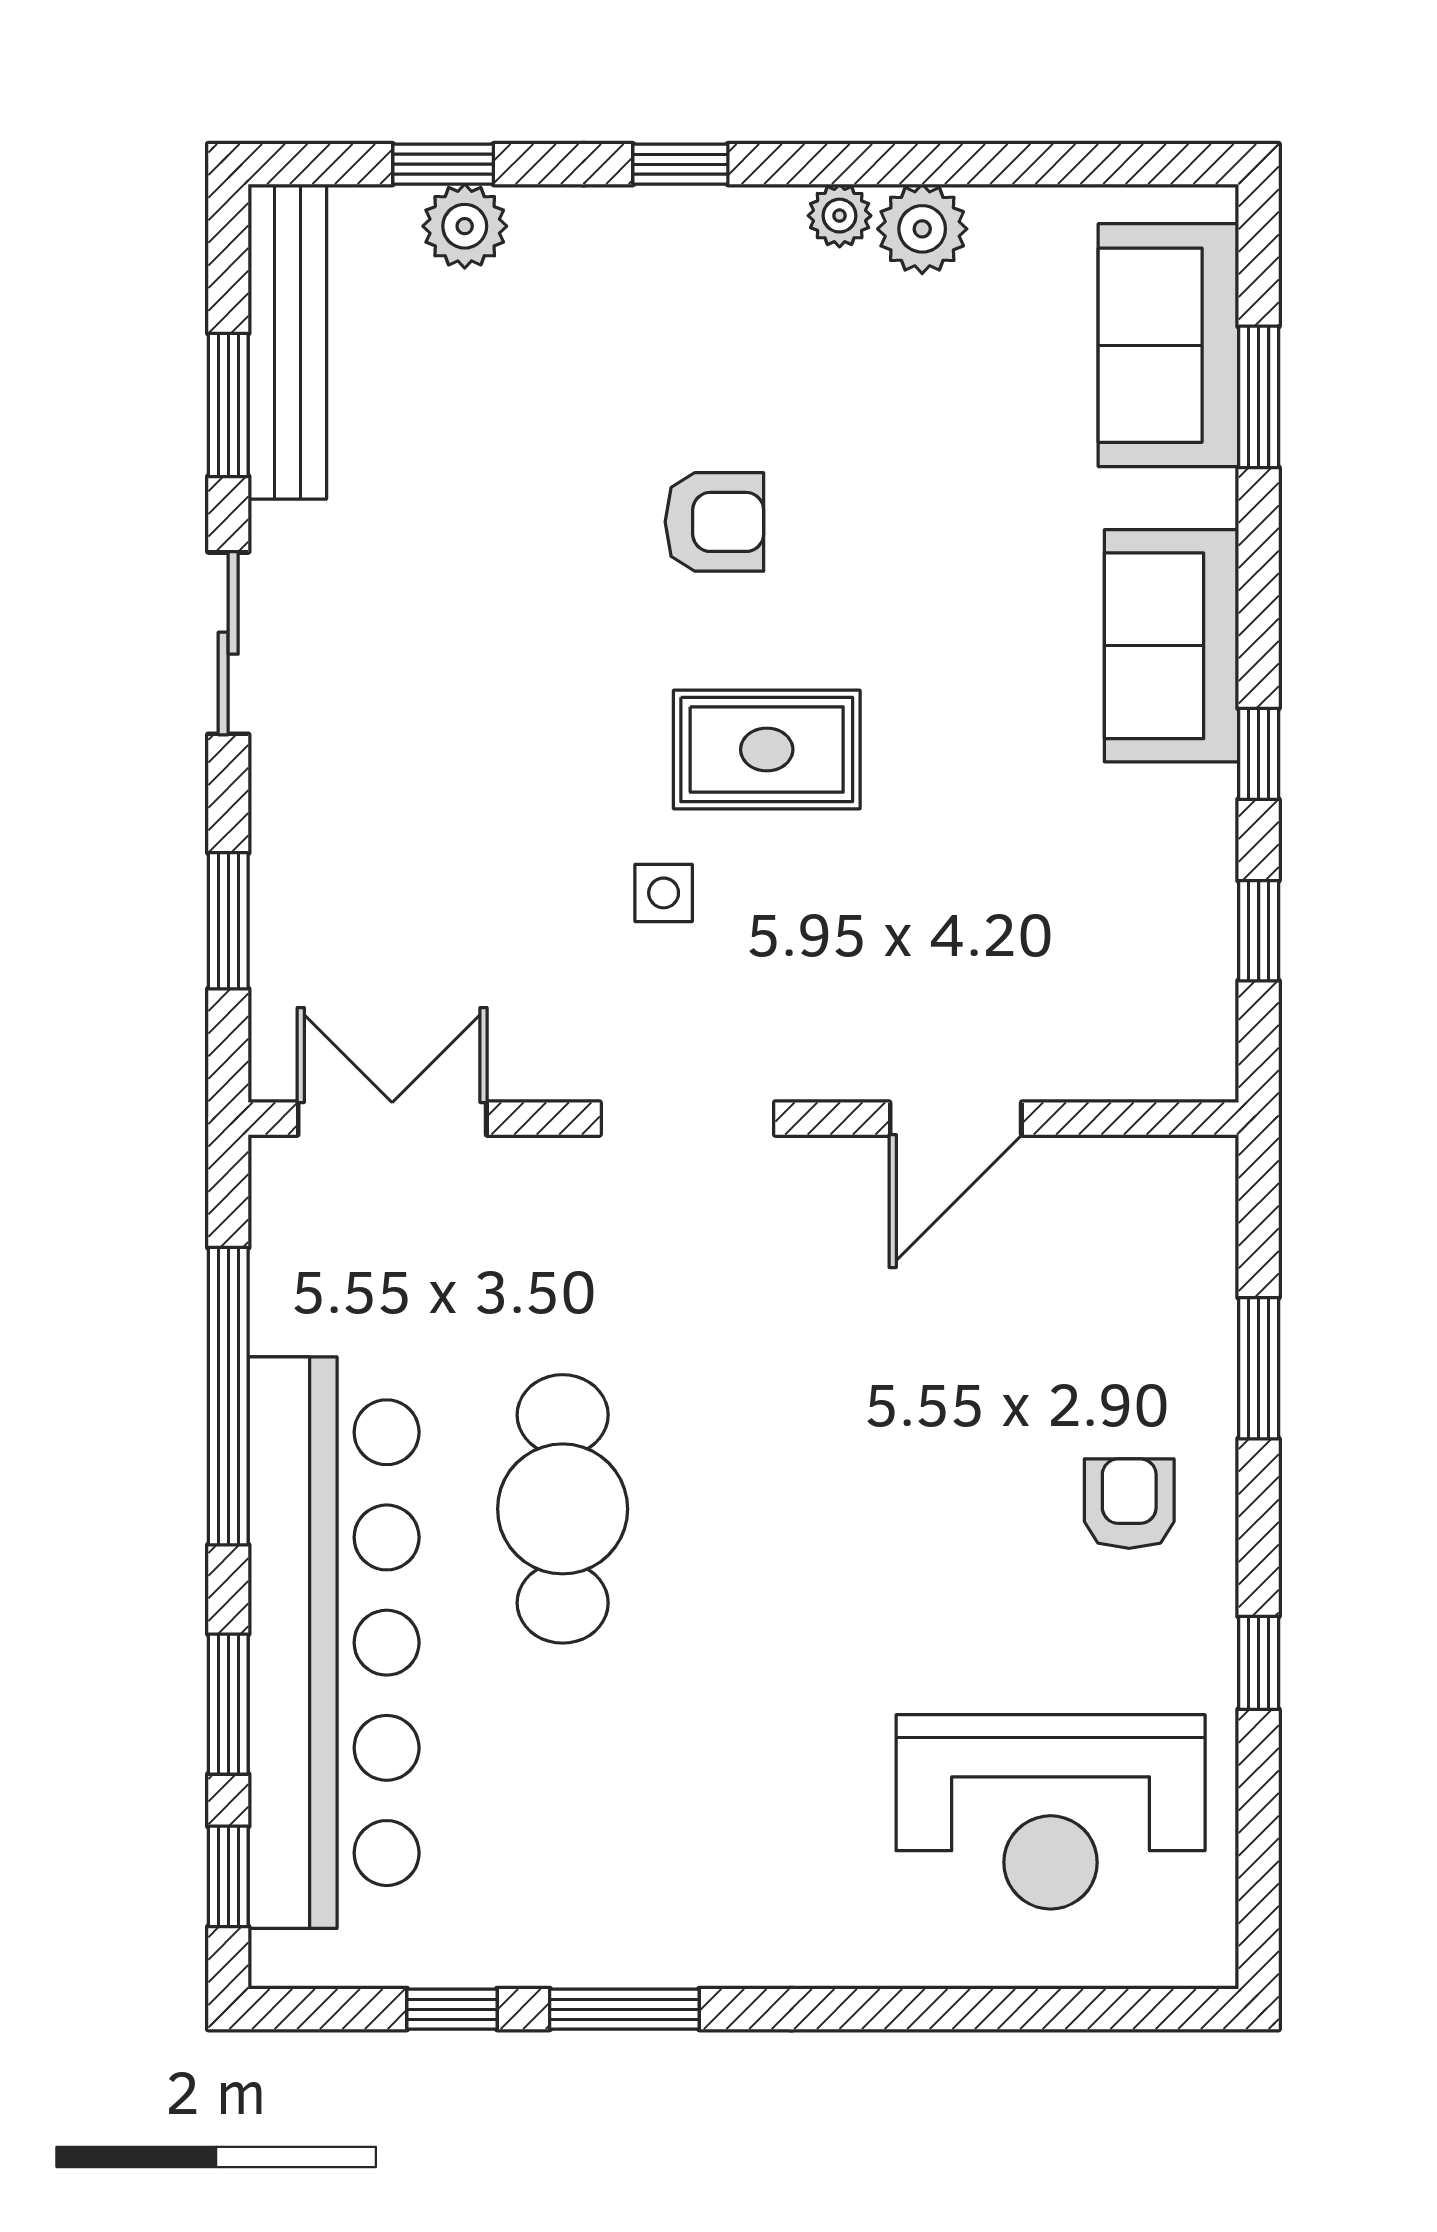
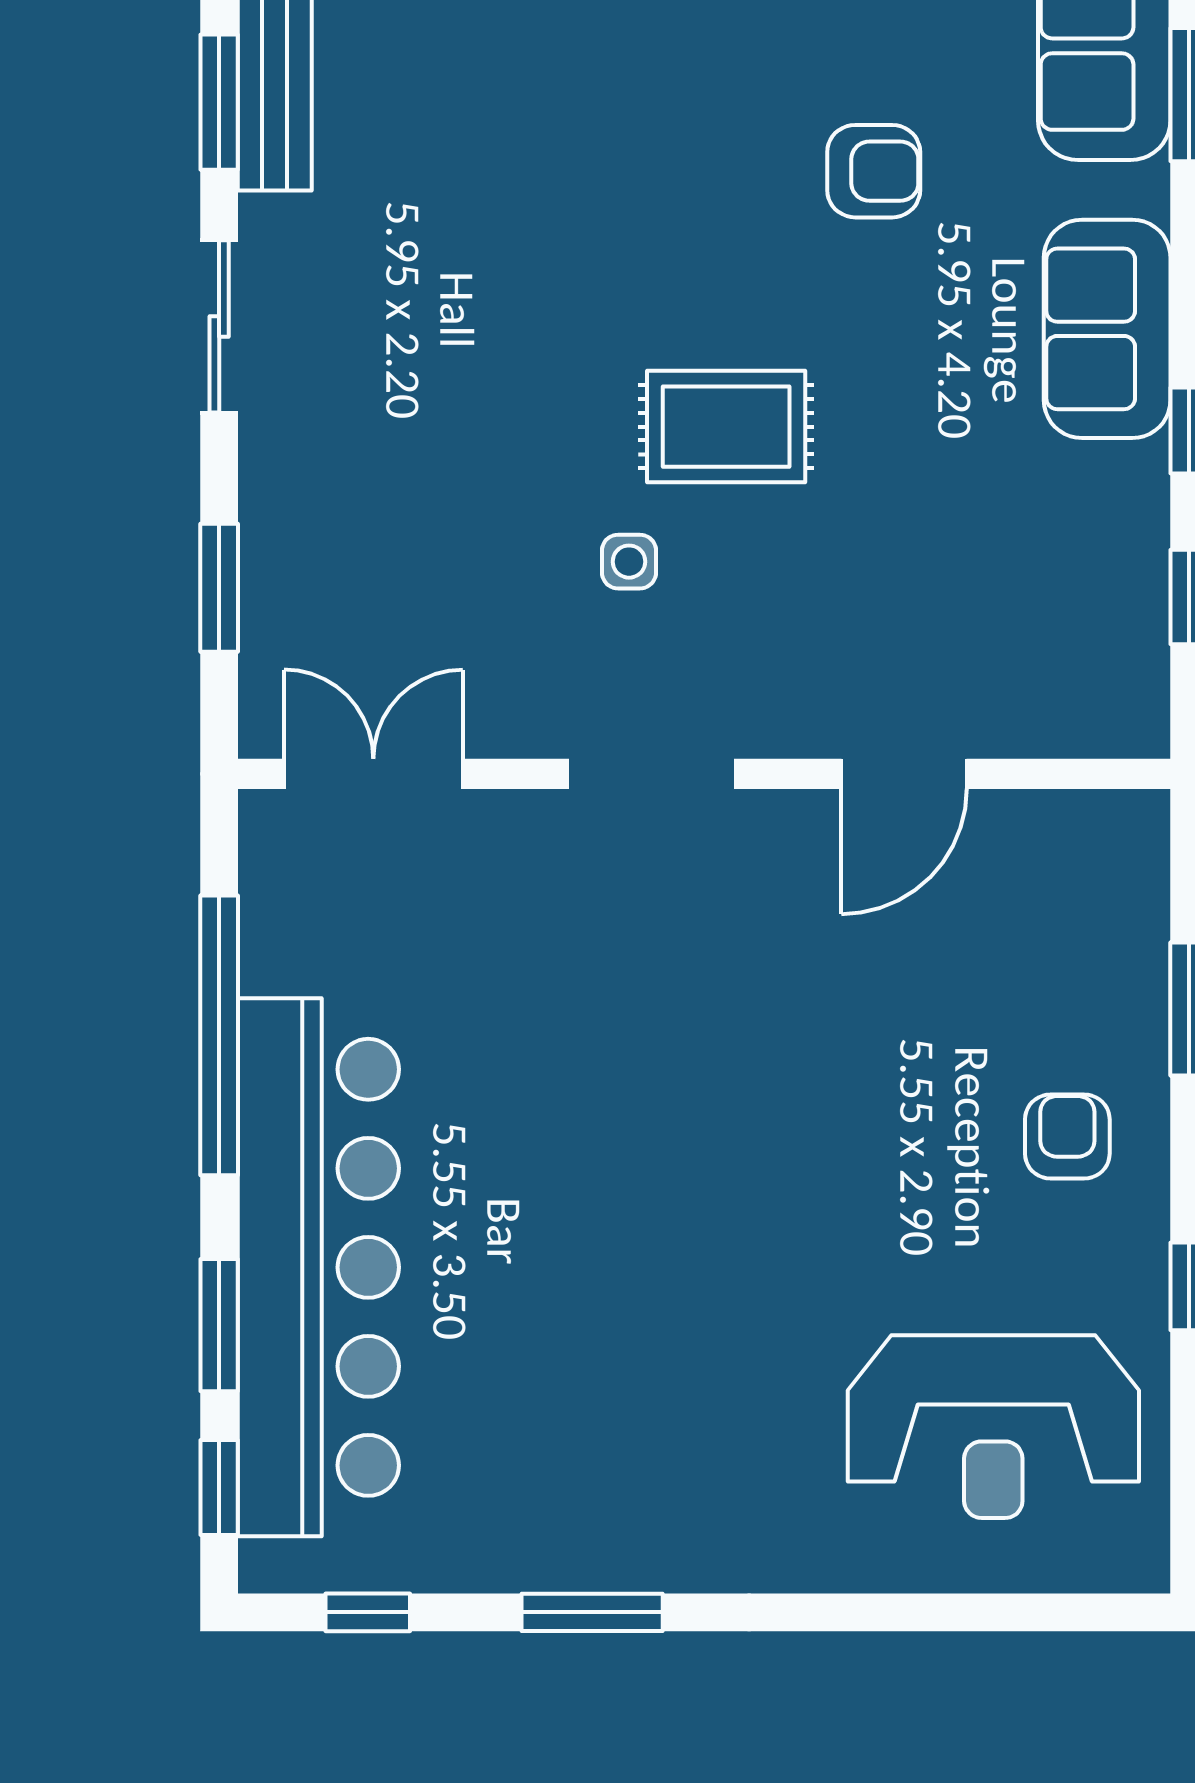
armchair: (714, 522) -> (874, 171), moved
cafe table: (563, 1509) -> (534, 1141), removed
window: (452, 2009) -> (368, 1612), moved

